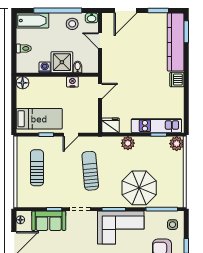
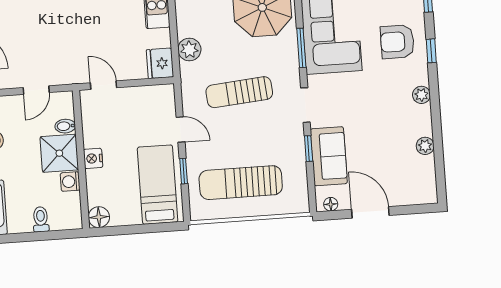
door: (100, 41) -> (36, 90), moved
nightstand: (72, 82) -> (93, 158), moved
plant: (128, 143) -> (189, 49), moved
sun lounger: (37, 168) -> (241, 183), width x1.36, depth x1.34

